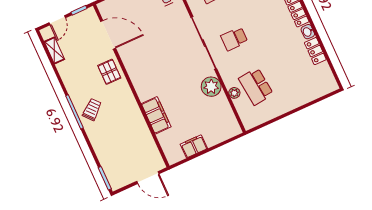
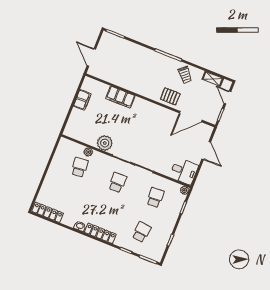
locker: (315, 51) -> (48, 212), moved, width x1.53
school desk: (256, 86) -> (80, 167), width x0.54
trolley: (92, 109) -> (185, 75), moved
door: (148, 178) -> (91, 57), hinge flipped

